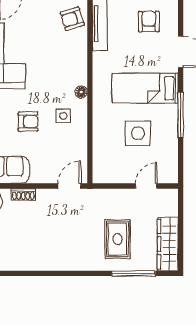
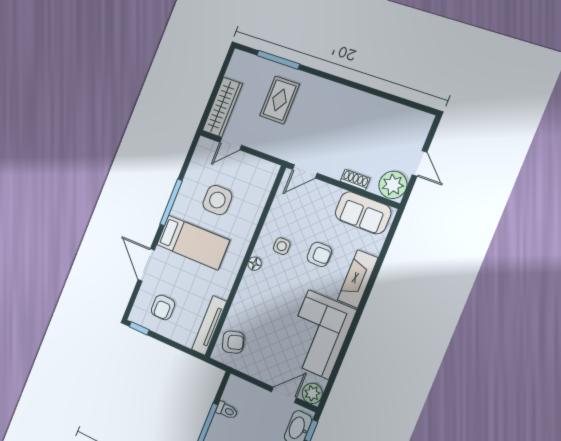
armchair: (28, 122) -> (319, 254), turned 180
wardrobe: (168, 244) -> (222, 107), moved

